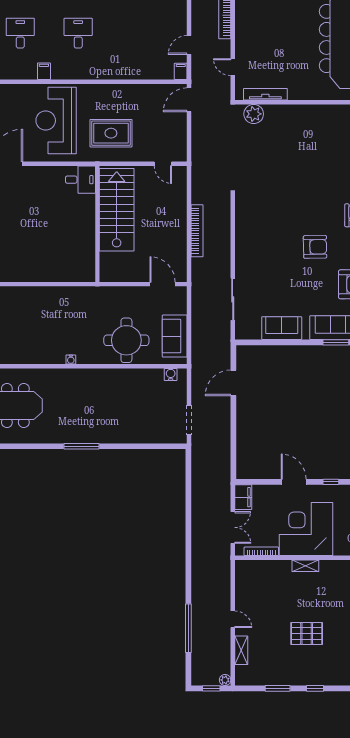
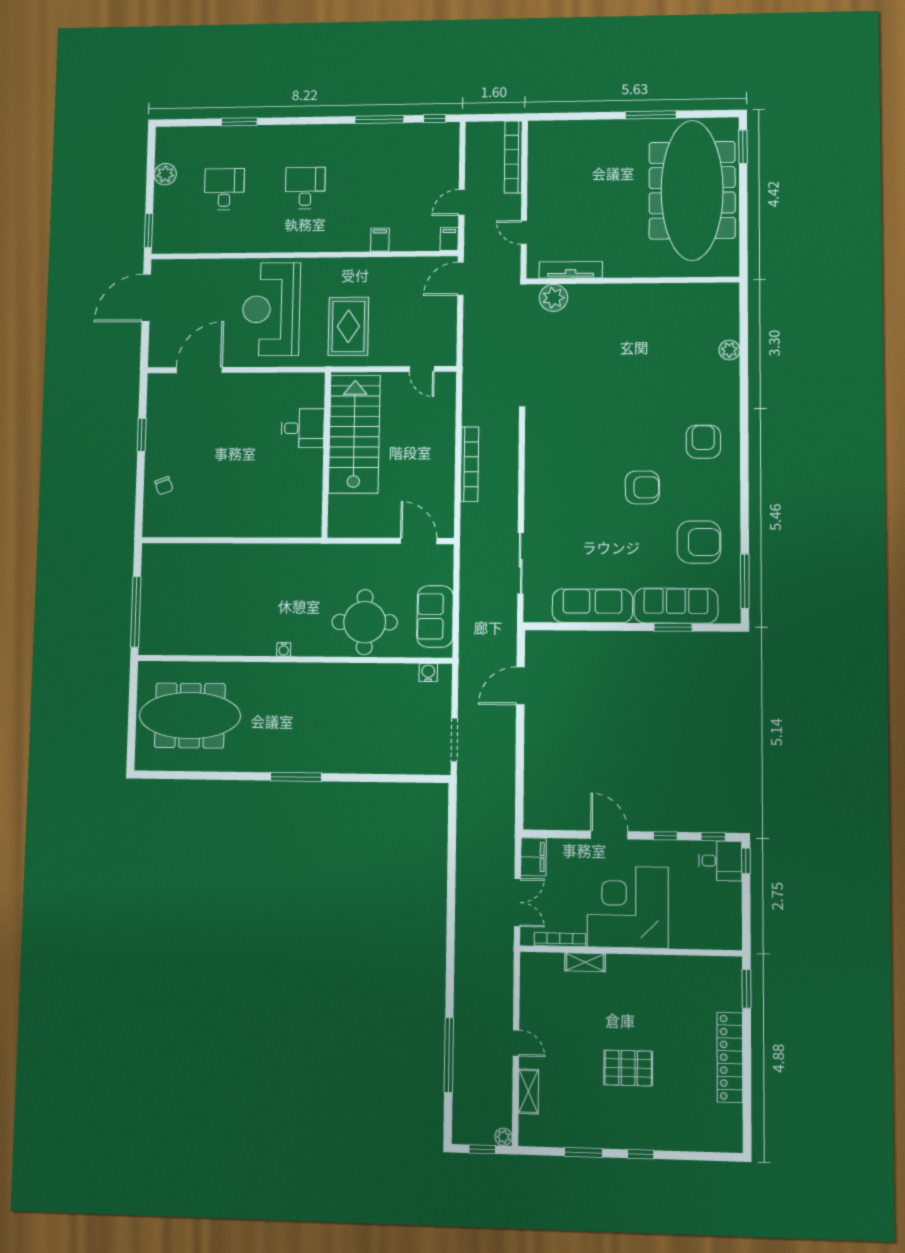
filing cabinet: (44, 71) -> (380, 240), moved
rug: (111, 133) -> (348, 326), turned 90
desk: (80, 180) -> (303, 428), moved
sofa: (282, 328) -> (592, 606), width x1.36
shelving: (305, 566) -> (585, 962), moved

